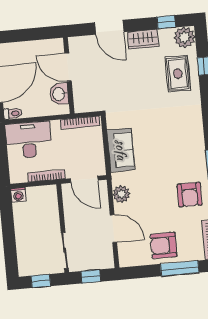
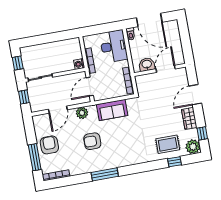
washing machine: (18, 195) -> (79, 64), moved
armchair: (190, 195) -> (92, 141), moved

